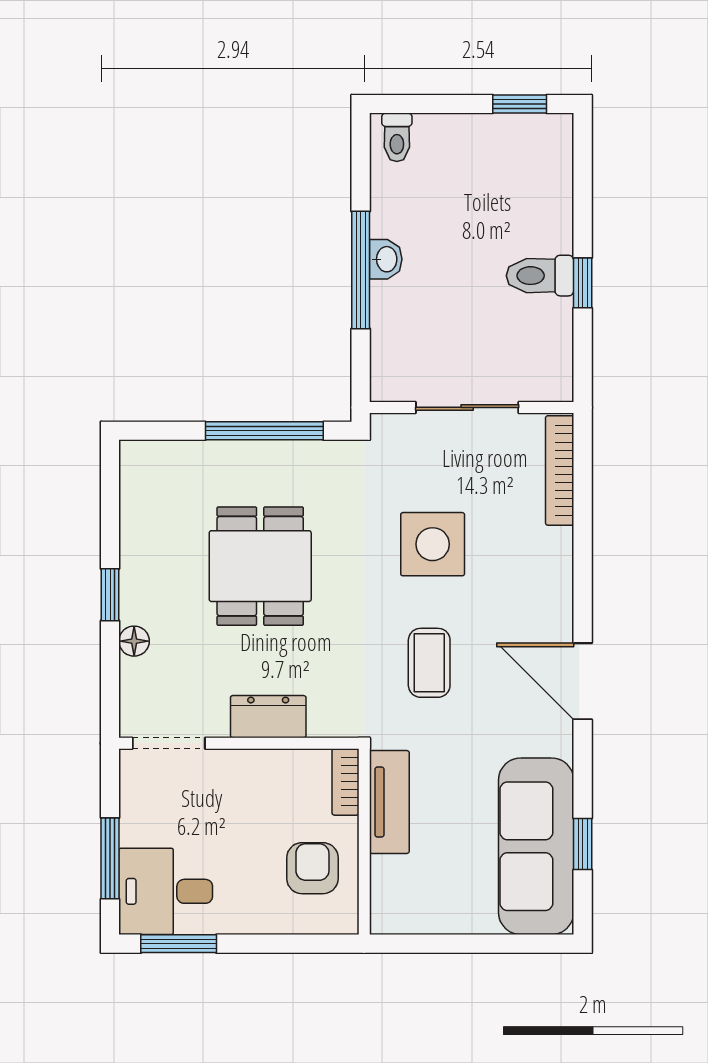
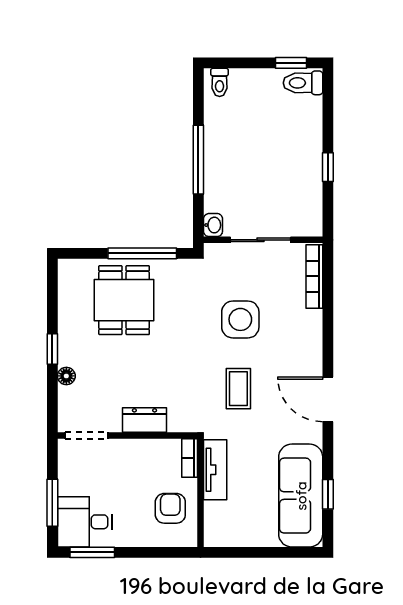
washbasin: (386, 259) -> (213, 225), moved
toilet: (540, 276) -> (303, 83), moved
dining table: (260, 566) -> (124, 300), moved

